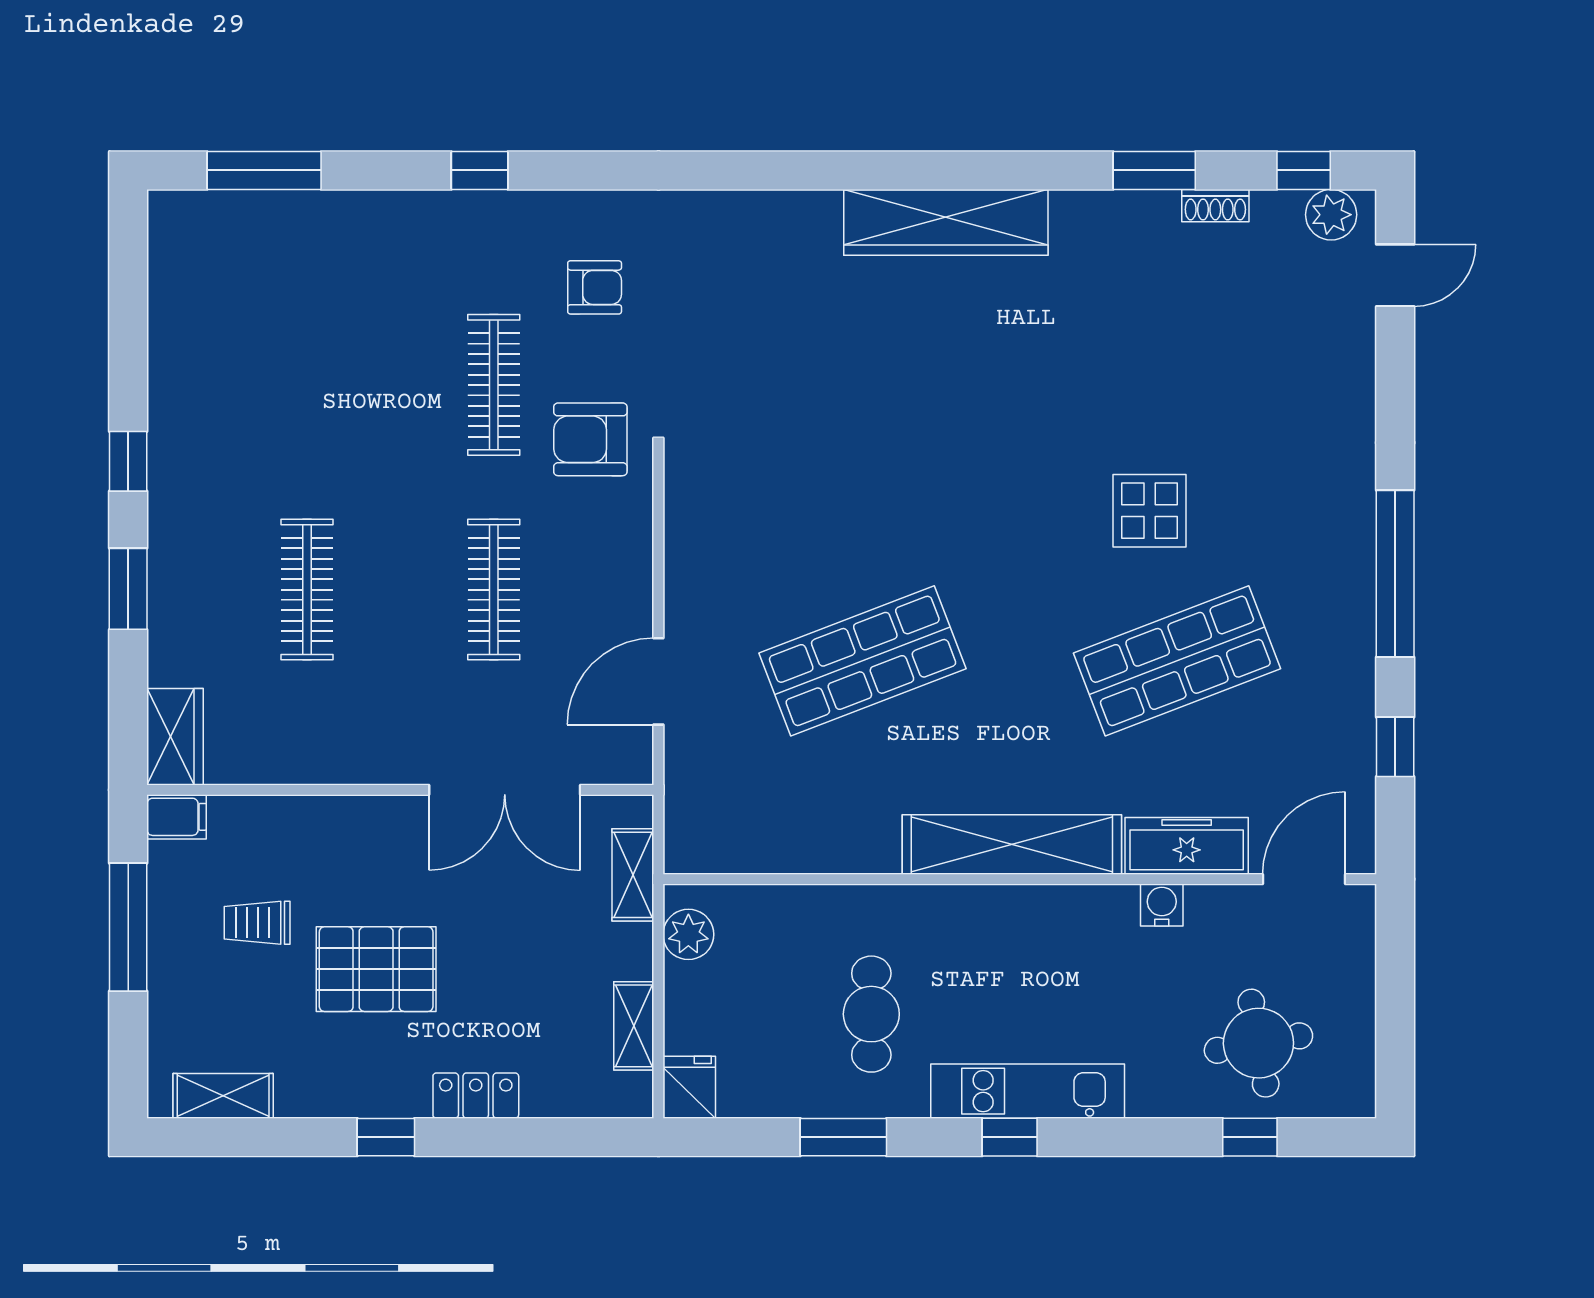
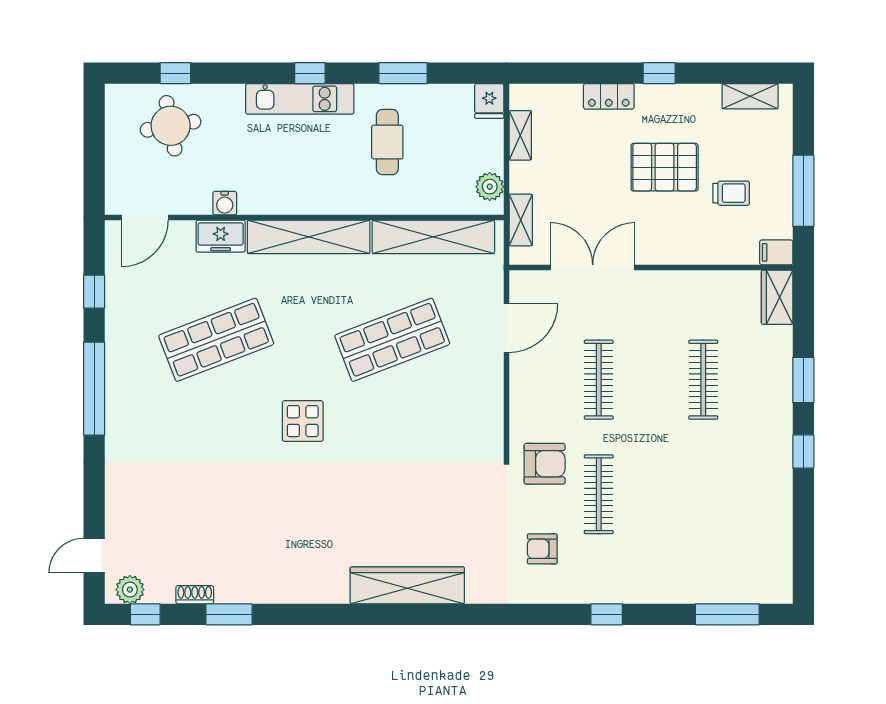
wardrobe: (946, 222) -> (407, 585), moved
display table: (1150, 511) -> (303, 421), moved
shelving: (789, 845) -> (433, 237), added
freezer: (1187, 846) -> (221, 236), width x0.71

